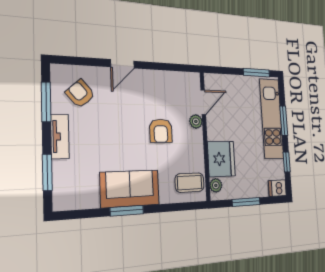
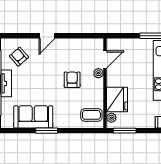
armchair: (161, 131) -> (72, 80), turned 180
sofa: (130, 189) -> (33, 117), moved
window: (246, 202) -> (125, 131), moved

